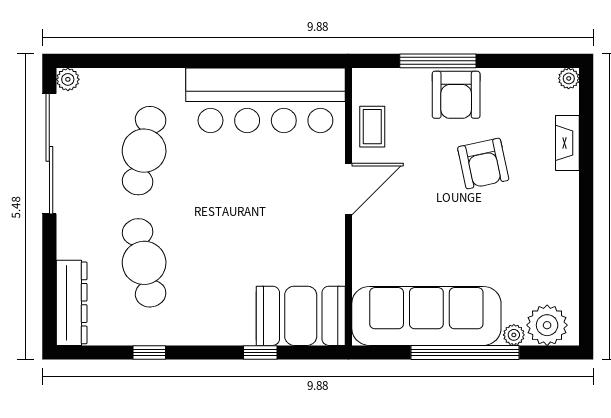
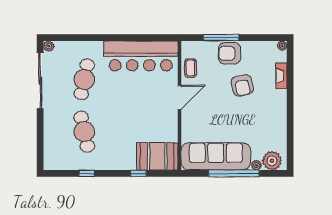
armchair: (456, 95) -> (230, 53), turned 90
dresser: (72, 303) -> (50, 150), removed

